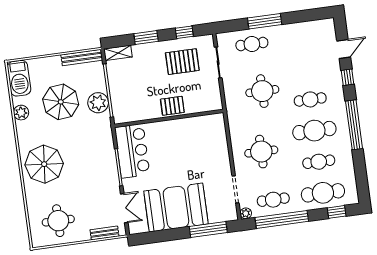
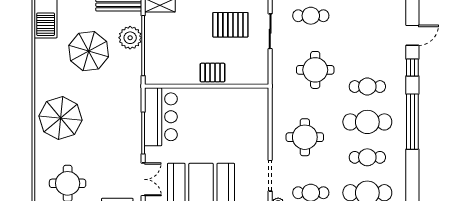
plant: (98, 103) -> (130, 38), moved
plant: (21, 113) -> (43, 57), removed

